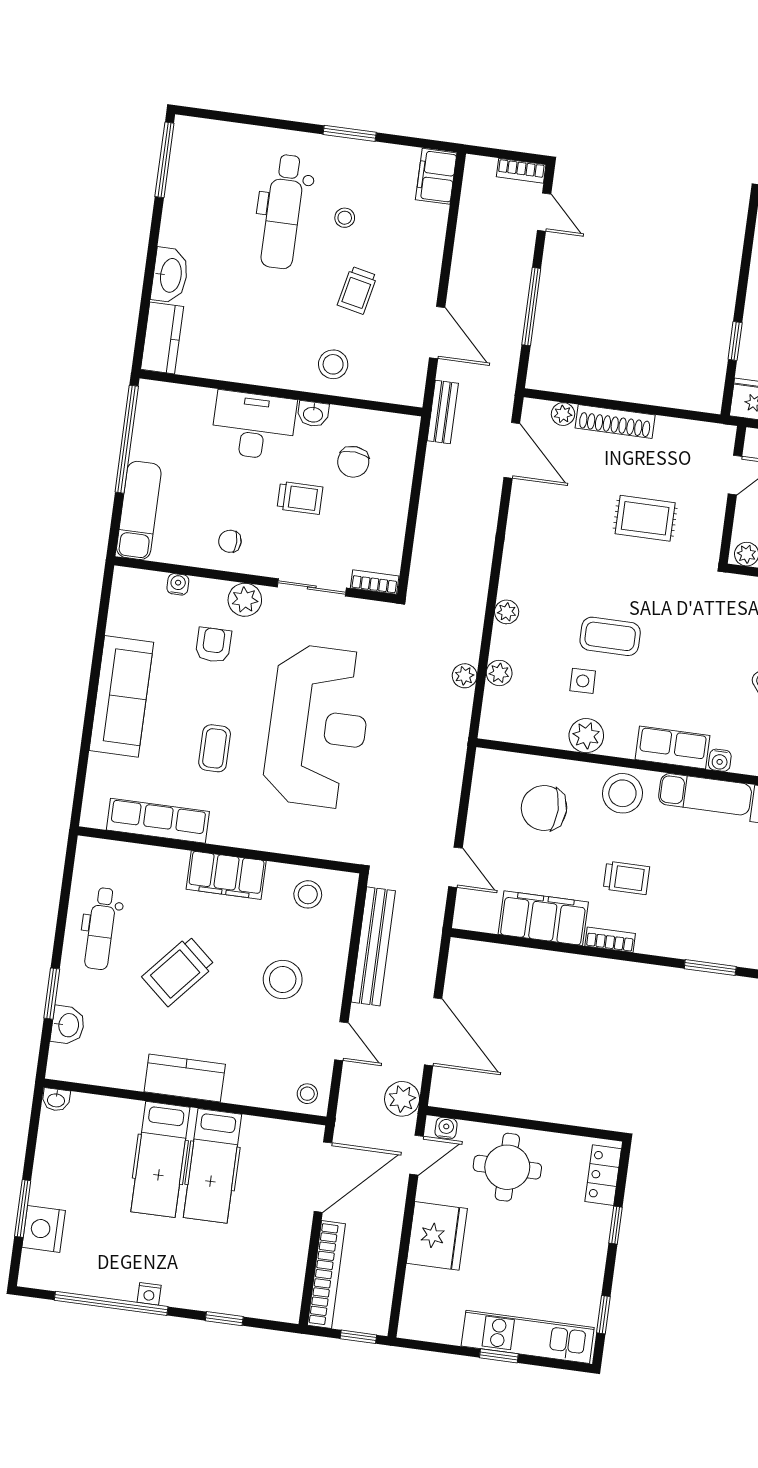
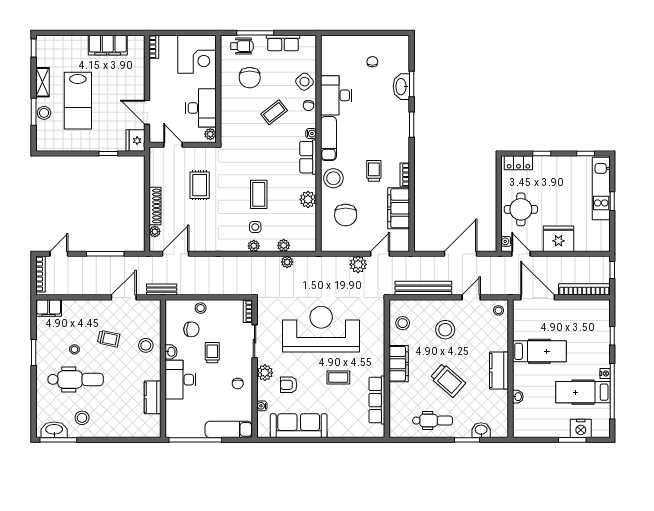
bookcase: (521, 171) -> (40, 274), width x1.56
stool: (203, 214) -> (82, 418), added
washbasin: (170, 275) -> (54, 430), moved
kitchen counter: (162, 338) -> (153, 397), moved, turned -90
stool: (394, 486) -> (201, 308), added
side table: (583, 681) -> (255, 227), moved
sofa: (121, 696) -> (299, 426), moved
plant: (402, 1099) -> (358, 264), moved
washbasin: (56, 1100) -> (518, 397), moved
hospital bed: (160, 1159) -> (583, 392), moved, turned 180

